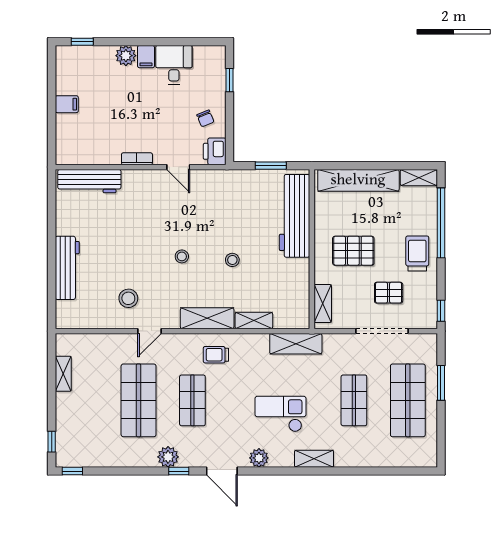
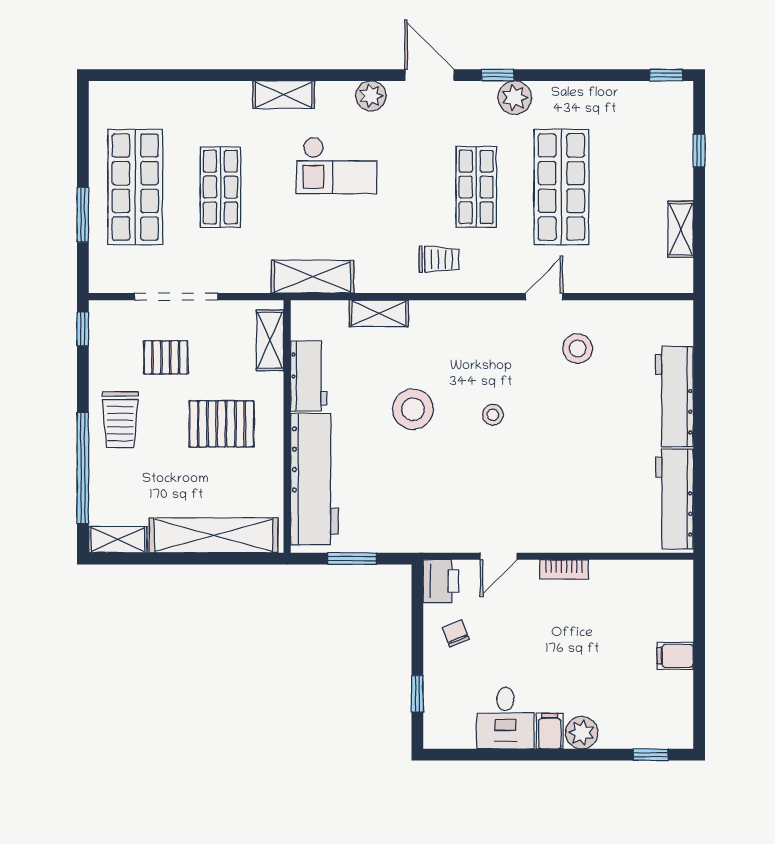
door: (178, 167) -> (499, 556), swing flipped
workbench: (89, 181) -> (675, 499), moved, turned -90
stool: (232, 260) -> (413, 409), width x1.89, depth x1.89
workbench: (298, 281) -> (309, 376), added
shelving: (207, 318) -> (453, 317), removed
window: (52, 442) -> (699, 151), moved

